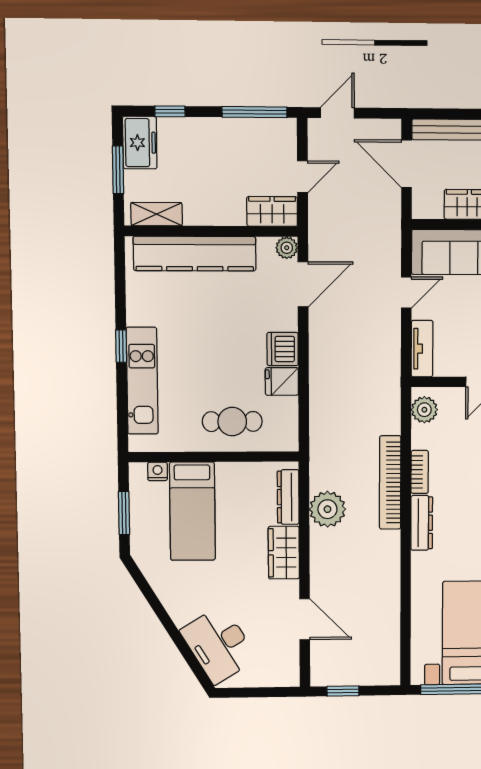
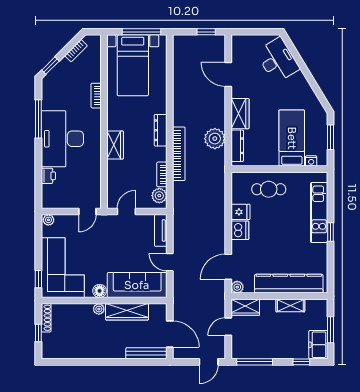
shelving: (157, 214) -> (290, 305), moved
door: (406, 293) -> (170, 262), hinge flipped
bookcase: (420, 472) -> (162, 174), moved

